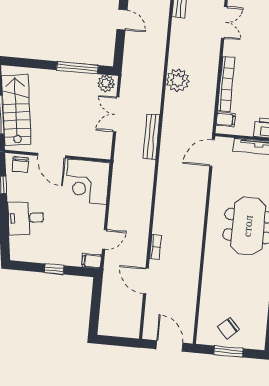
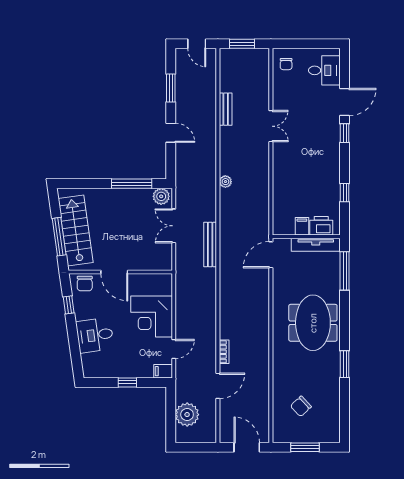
plant: (178, 80) -> (225, 182), width x0.53, depth x0.53
bookcase: (226, 84) -> (279, 186), removed
filing cabinet: (226, 120) -> (302, 226), moved, turned -90
corner desk: (87, 182) -> (152, 316), moved
door: (146, 281) -> (218, 386), swing flipped
plant: (112, 307) -> (187, 415), added
chair: (228, 328) -> (301, 406), moved

